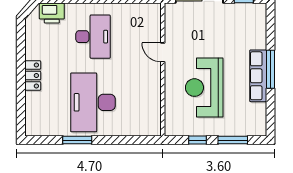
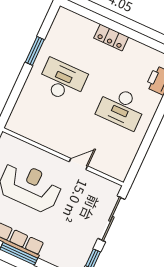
desk: (93, 102) -> (62, 81), width x0.73, depth x0.77

